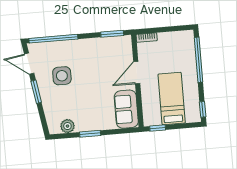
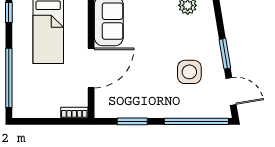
window: (112, 34) -> (132, 121), moved
door: (137, 73) -> (91, 68), width x1.36

